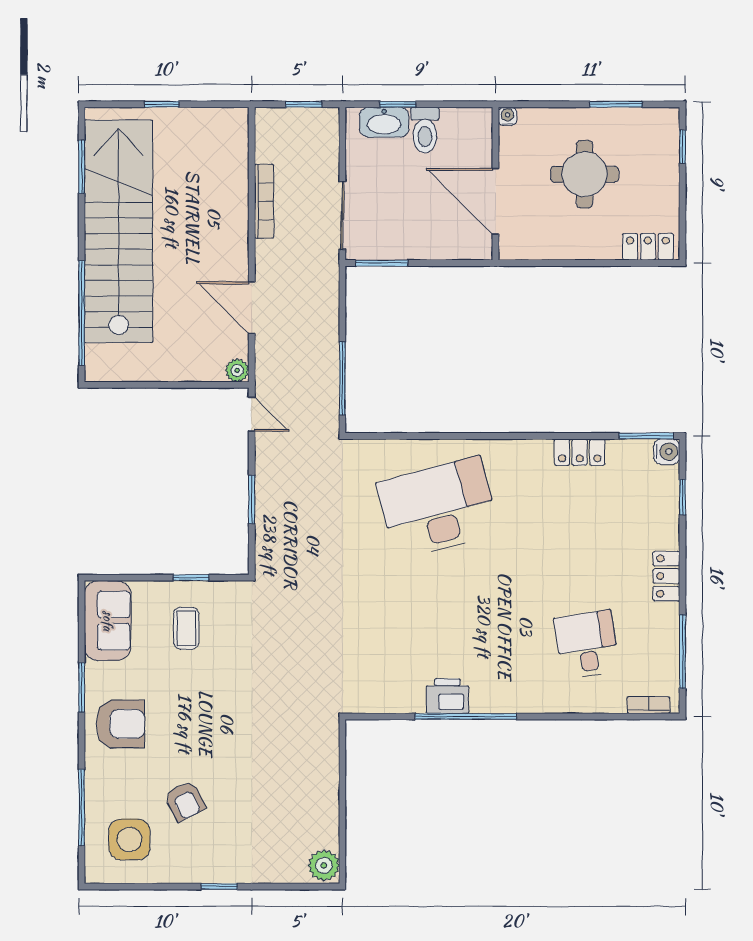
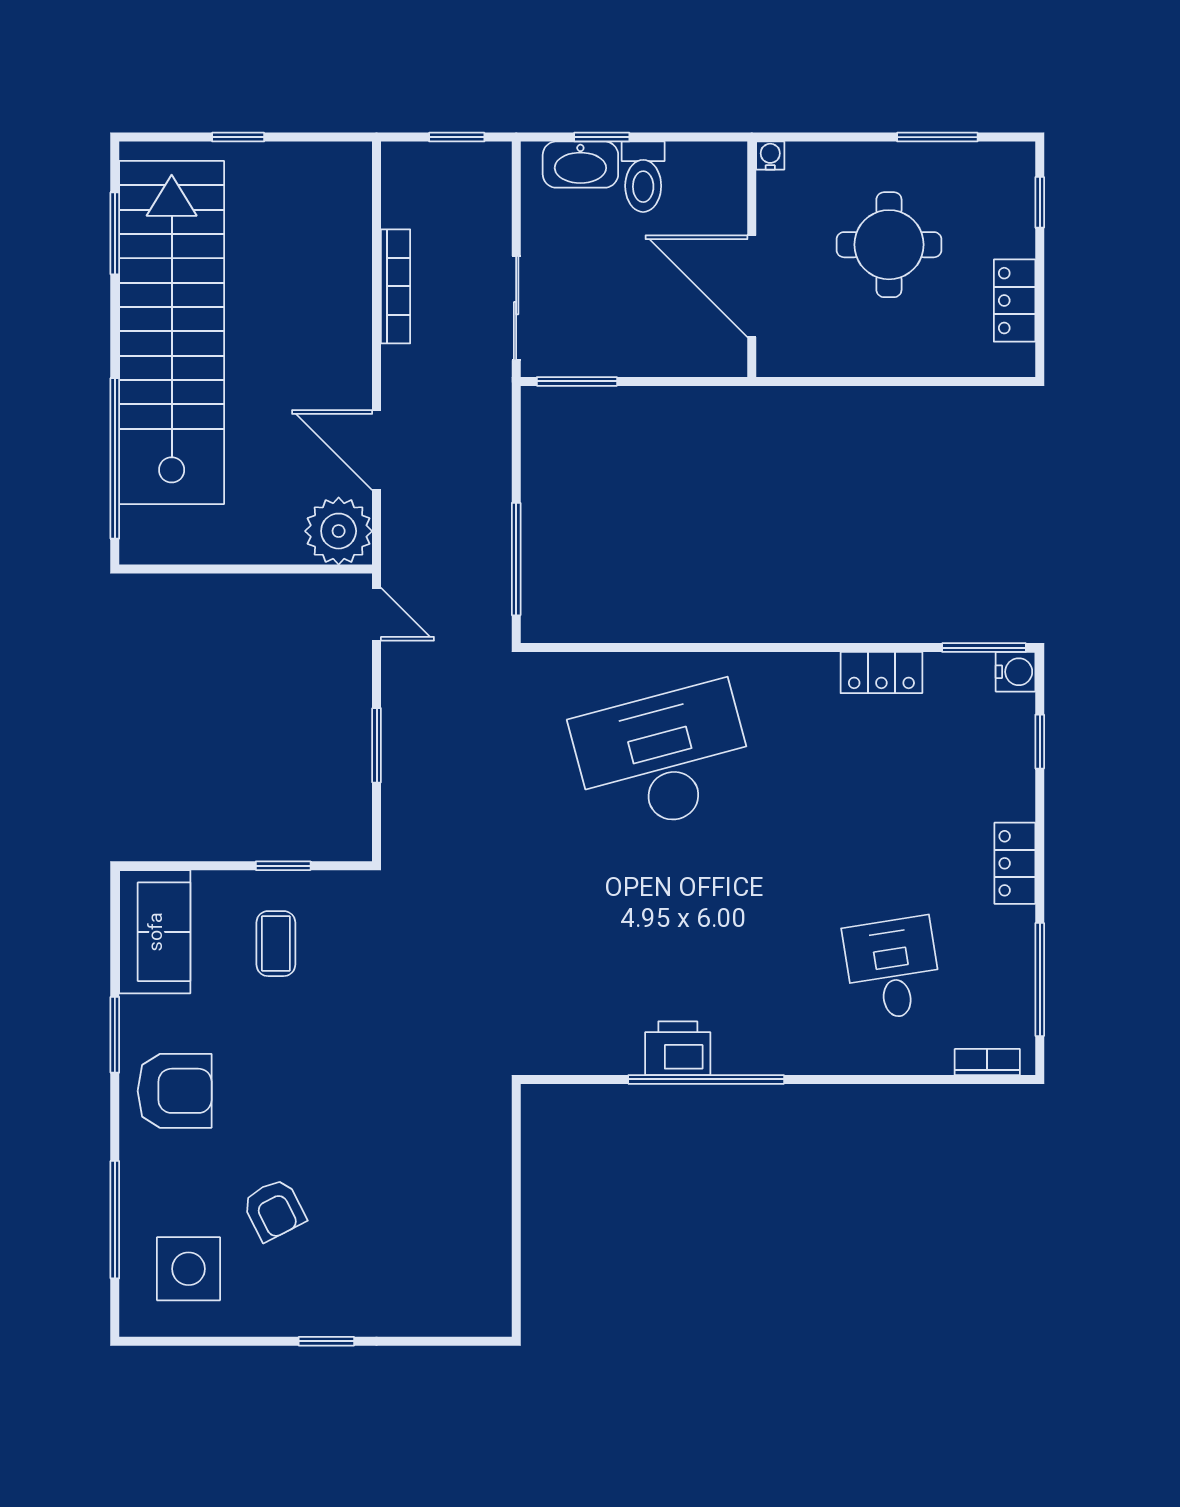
locker: (648, 247) -> (1015, 301), moved, turned -90
plant: (237, 370) -> (339, 531), width x1.88, depth x1.88
plant: (324, 865) -> (488, 1309), removed

